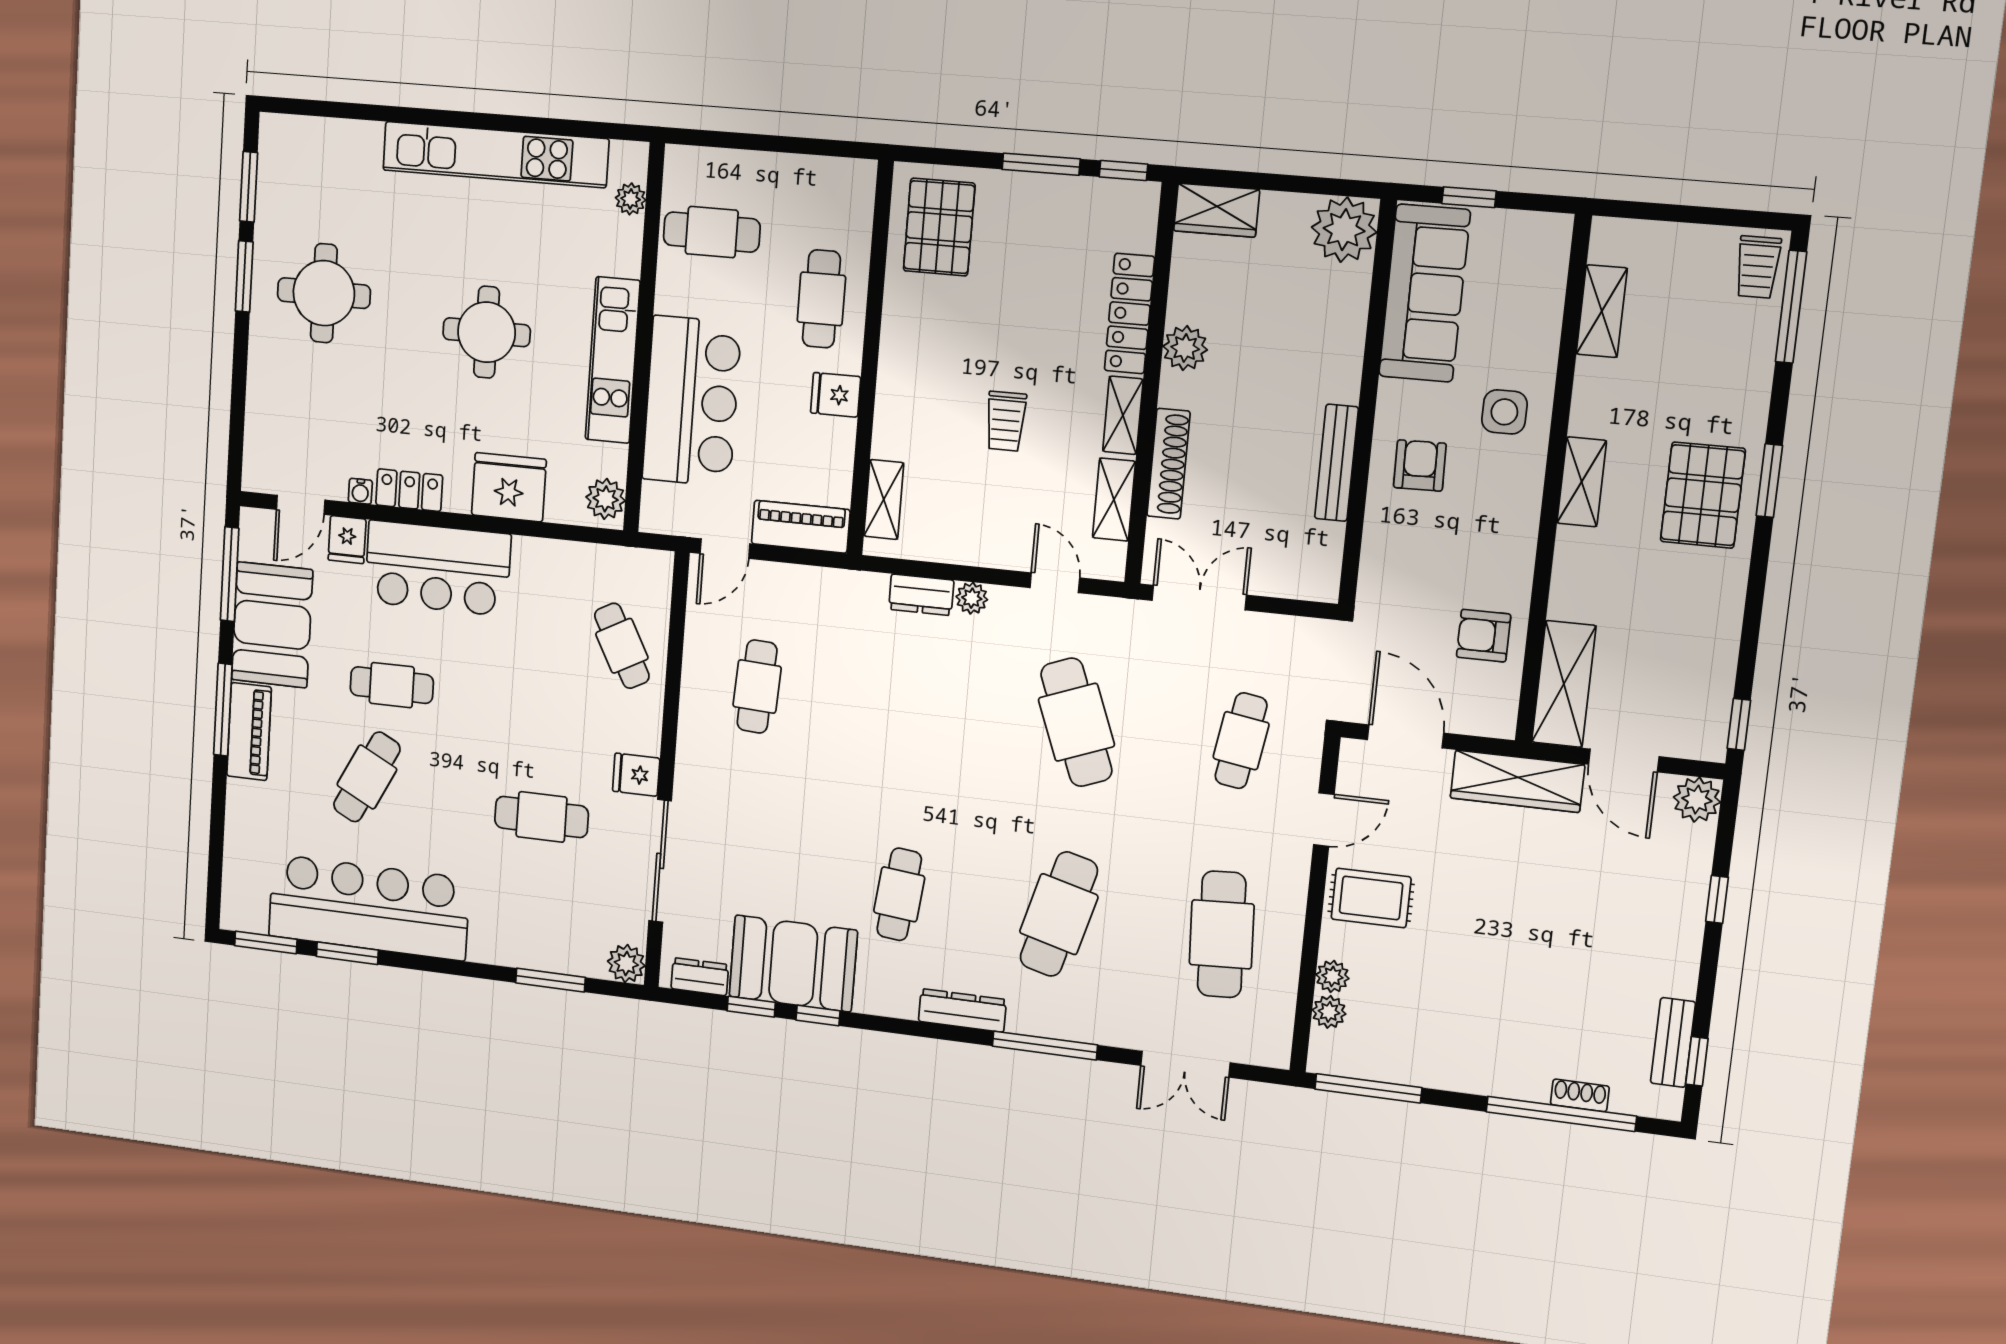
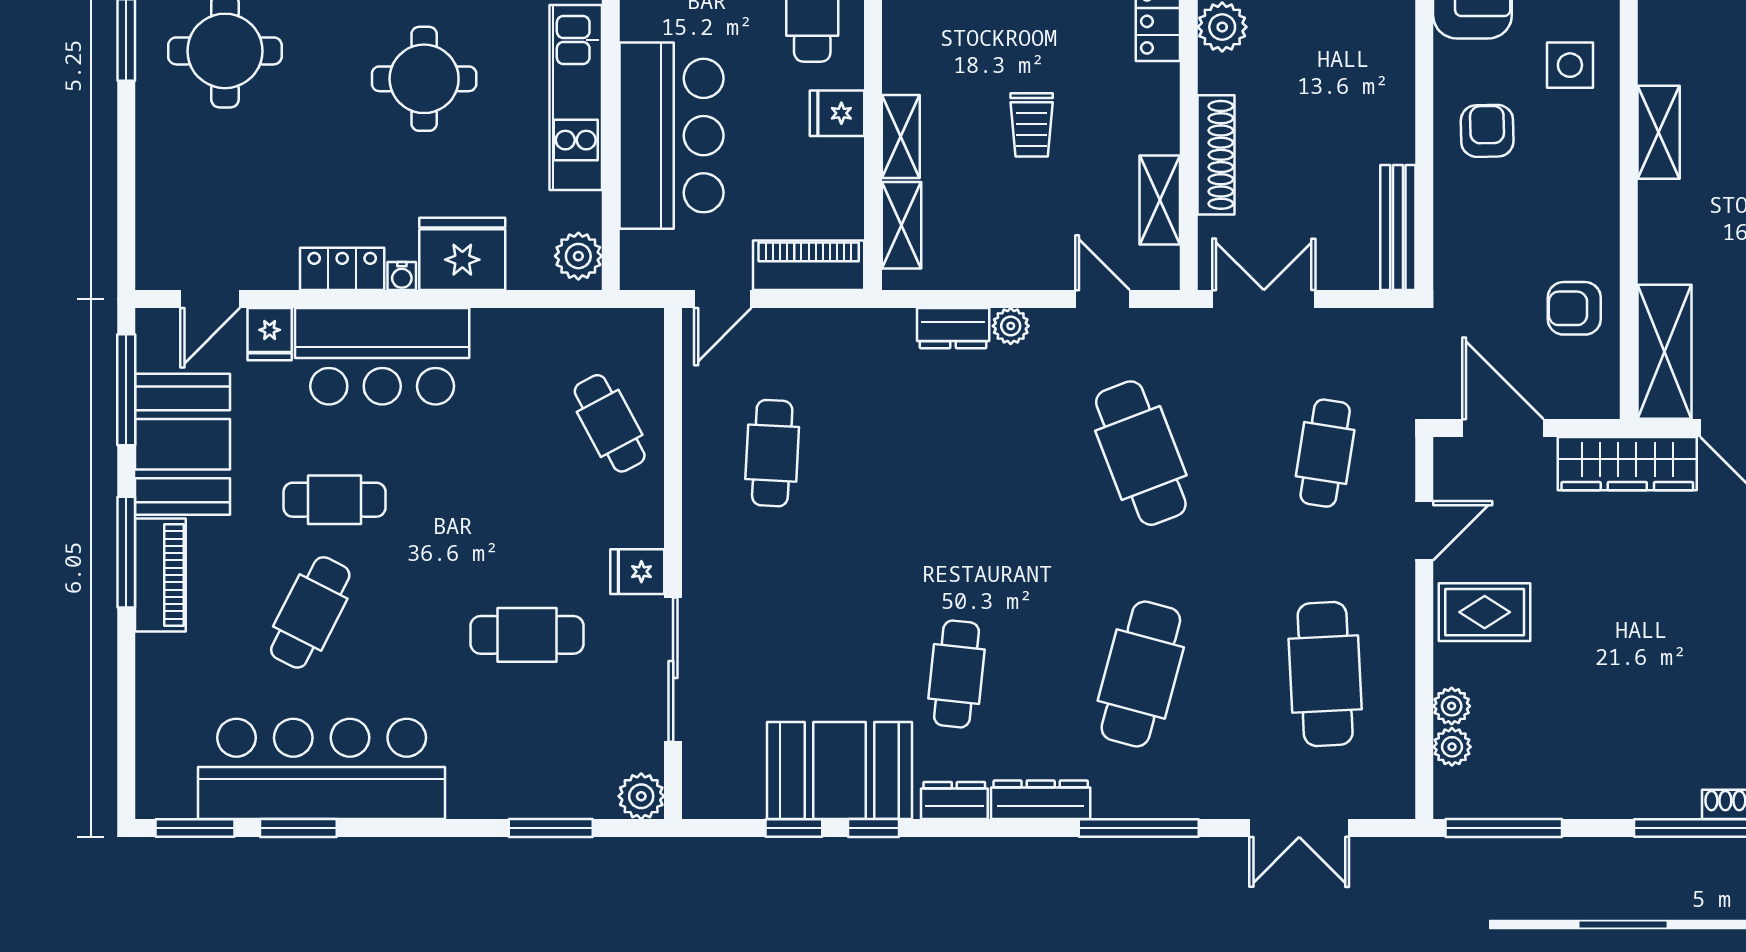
shelving: (1123, 415) -> (901, 137), moved
bench: (1336, 463) -> (1398, 228), moved
water cooler: (360, 491) -> (402, 276), moved
dresser: (700, 977) -> (954, 800), moved

